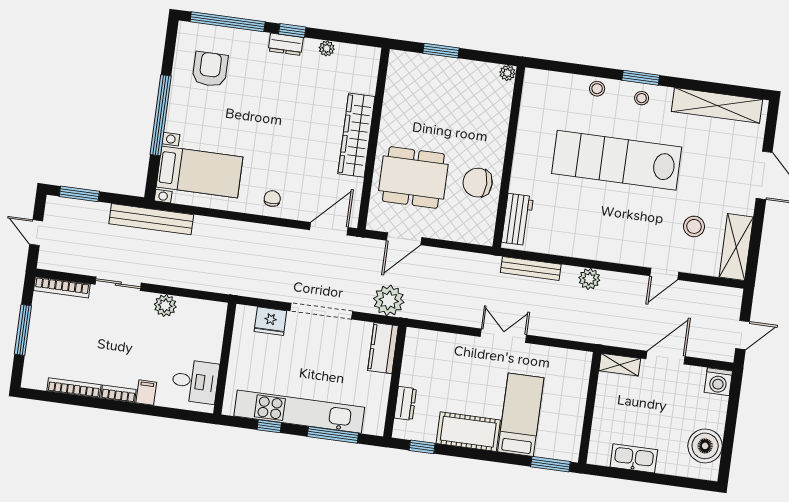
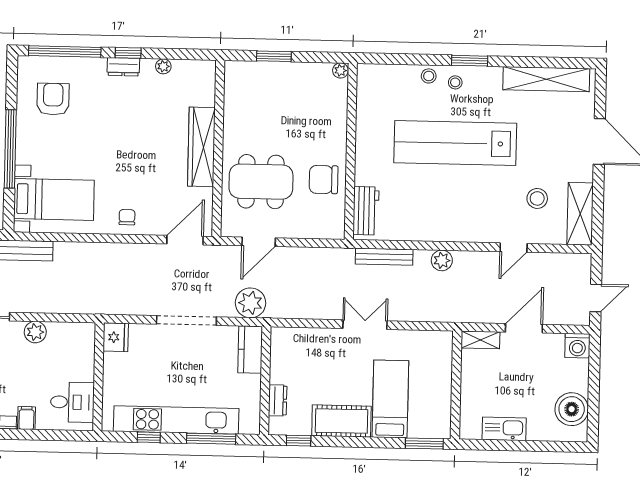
stool: (642, 98) -> (455, 82), moved
fridge: (270, 321) -> (116, 337), moved, turned -90

